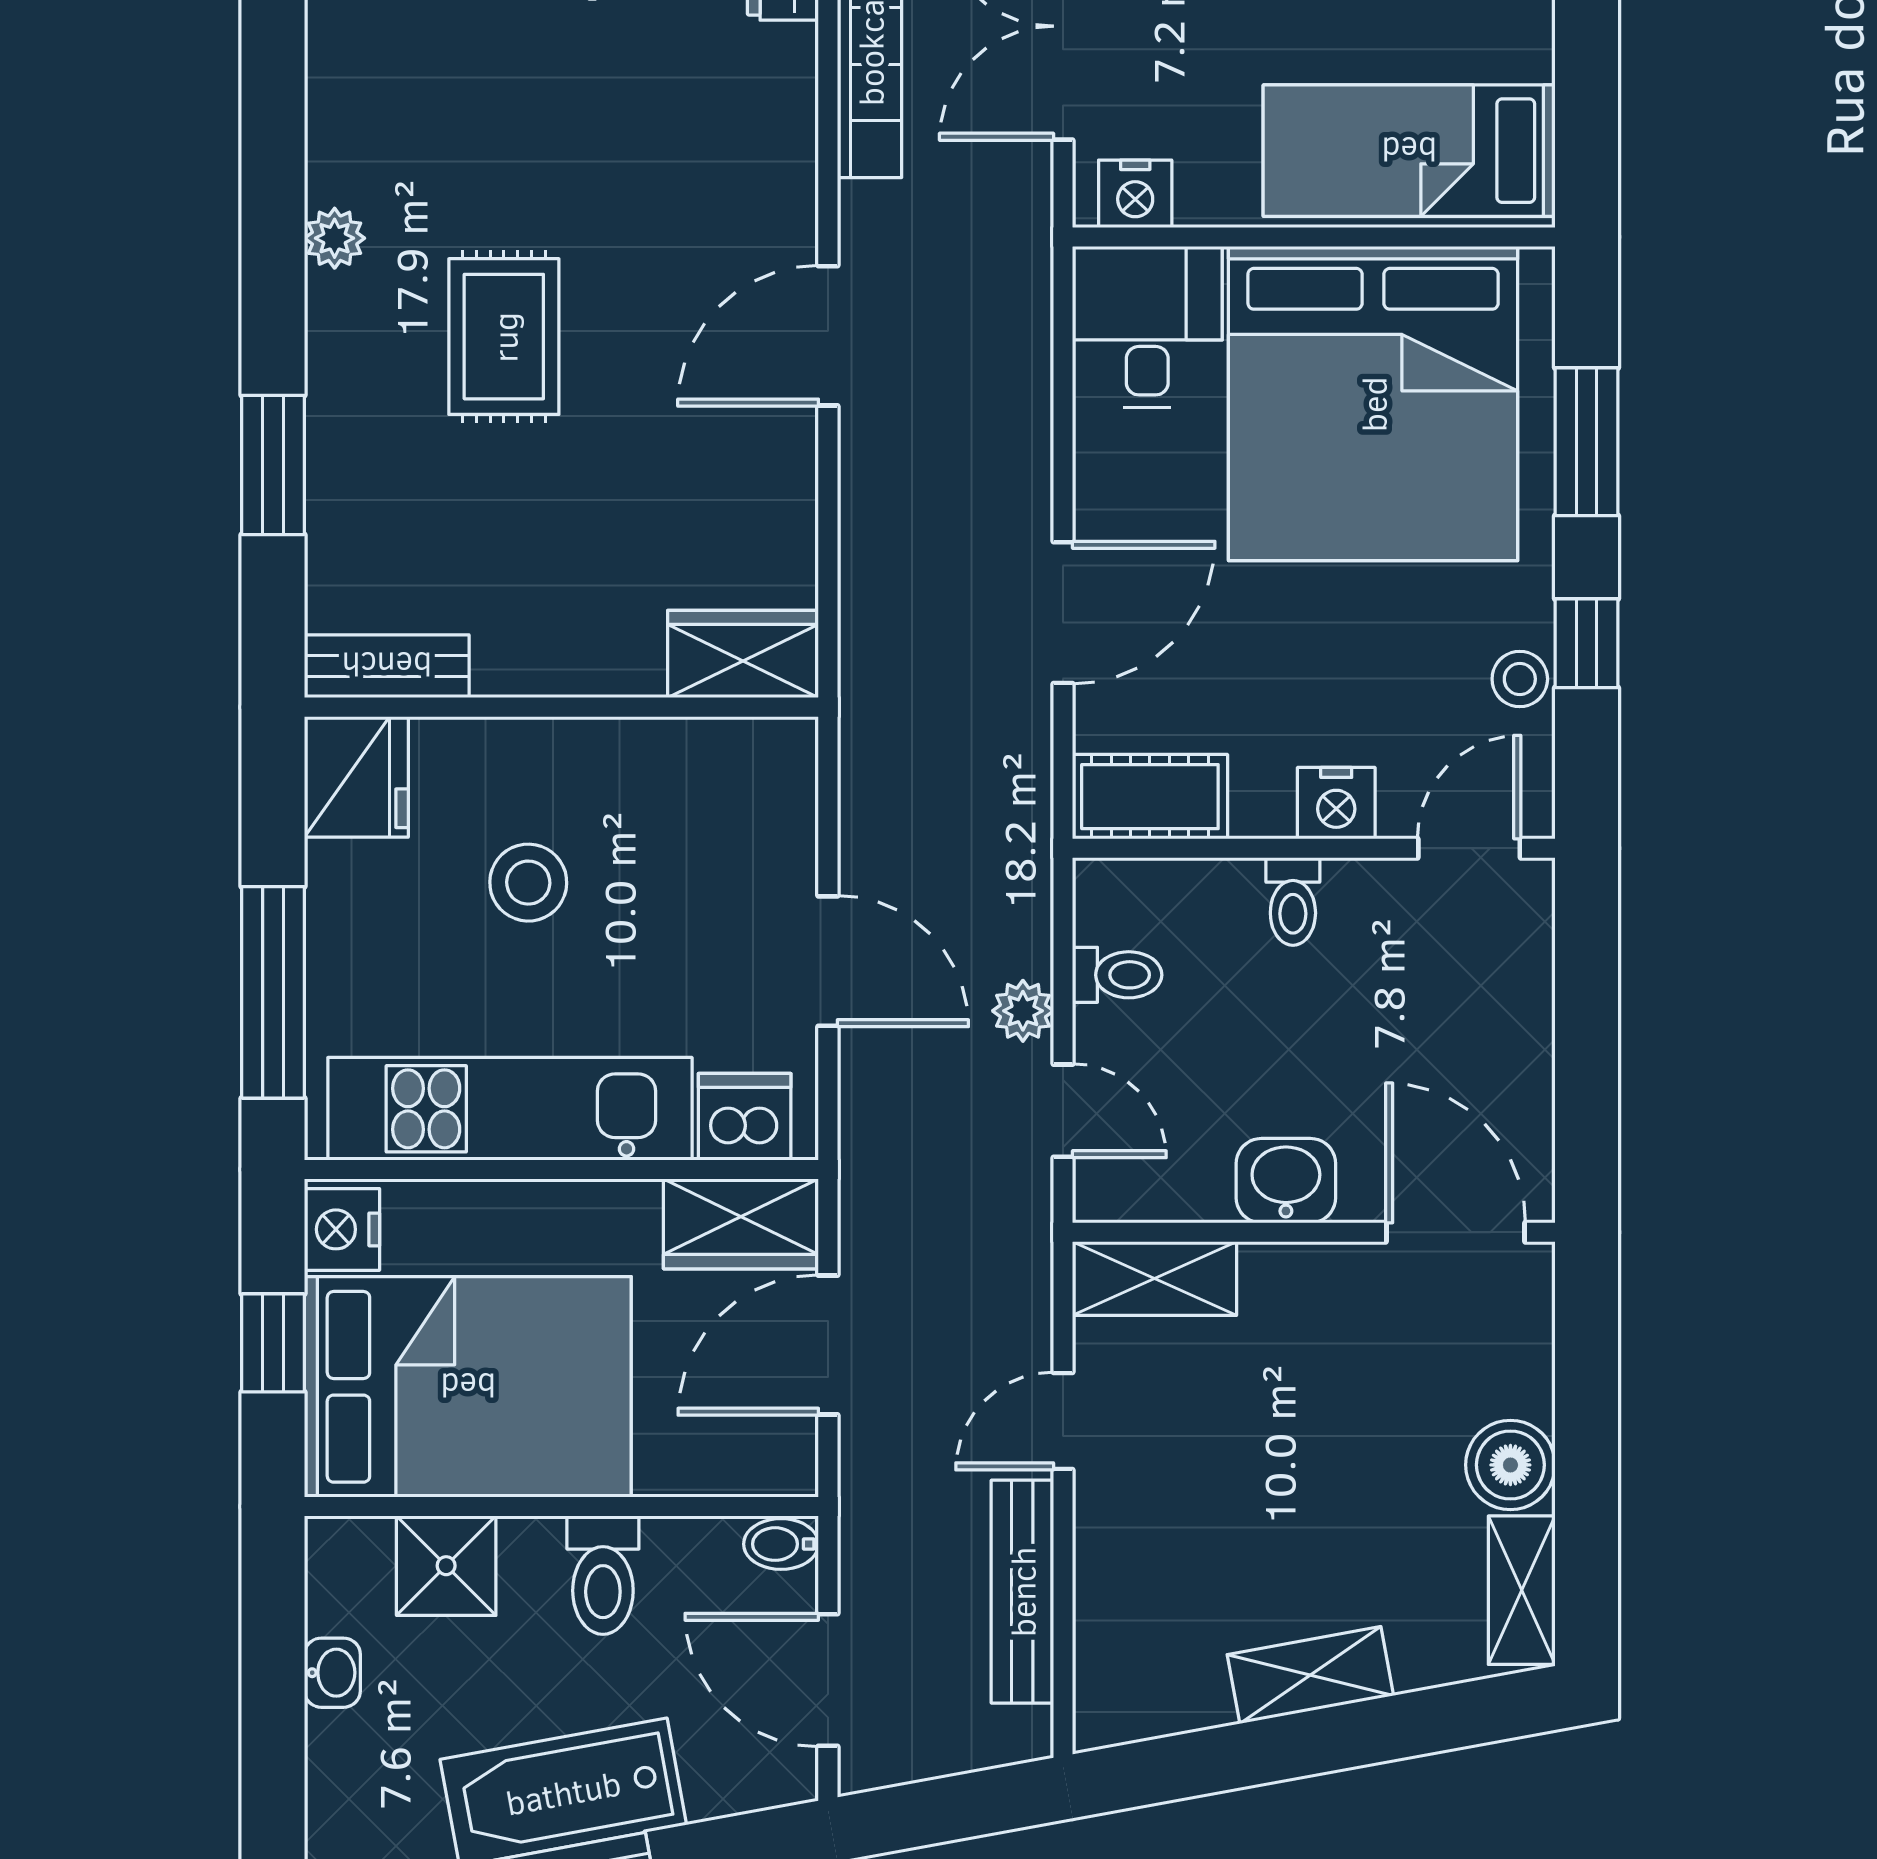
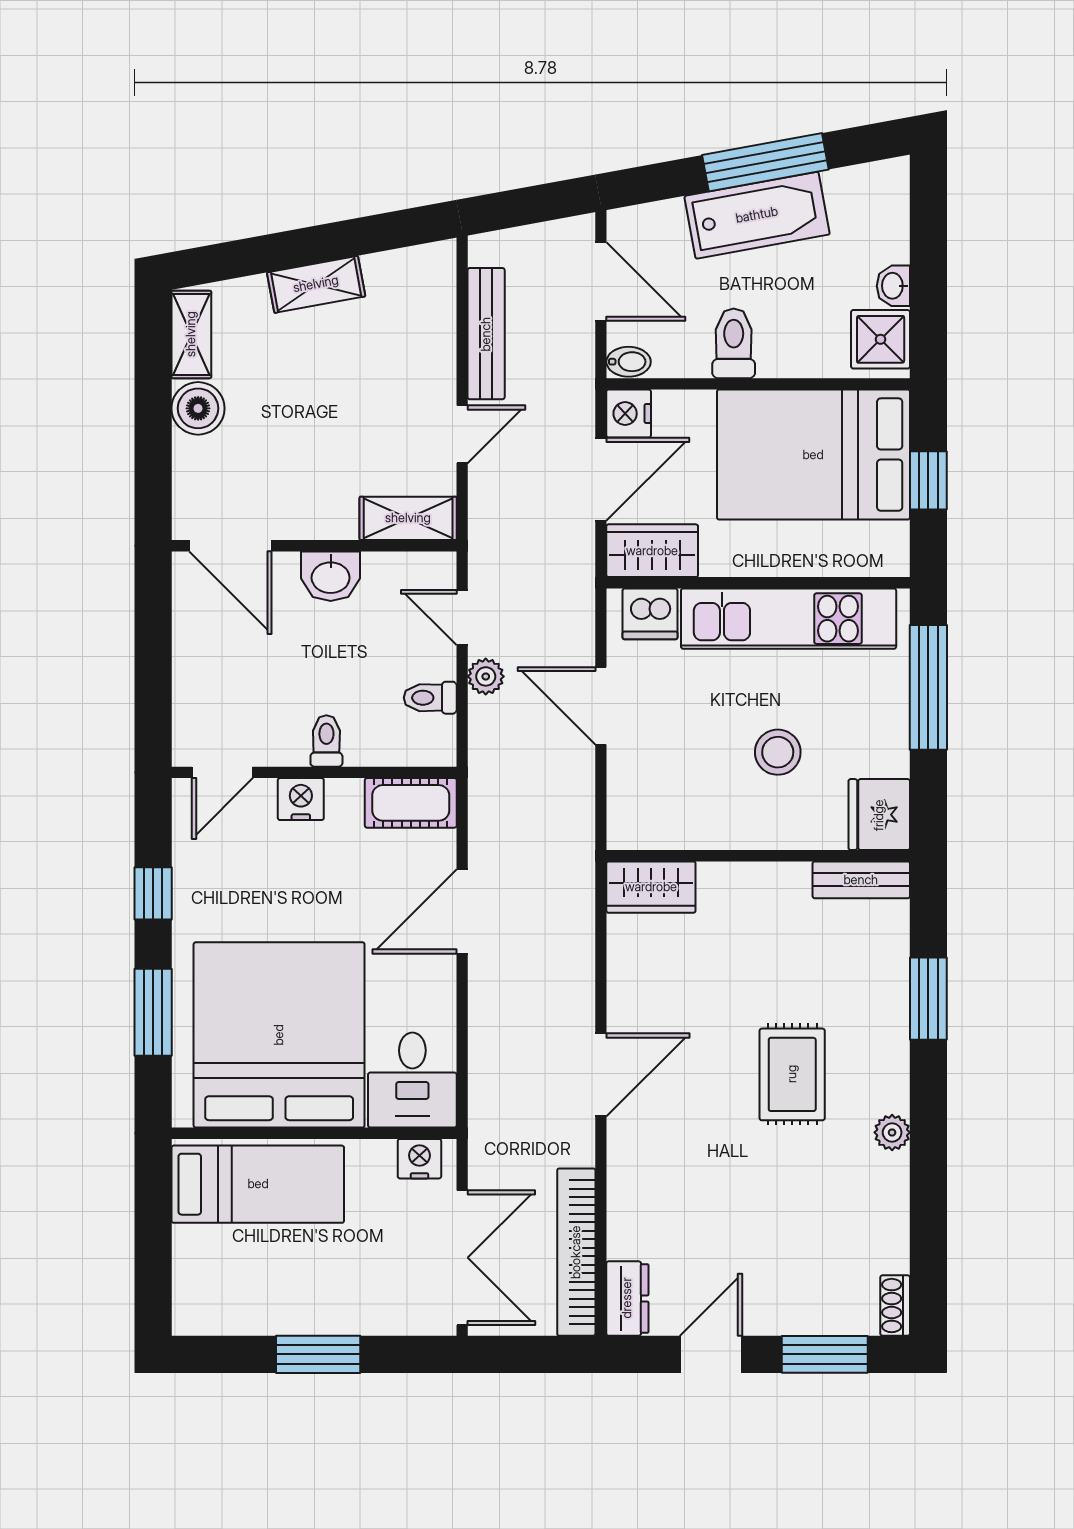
stool: (1520, 679) -> (192, 872), removed
nightstand: (342, 1229) -> (629, 414), moved, turned 180
shower: (446, 1566) -> (881, 339), moved

